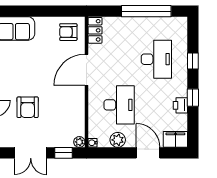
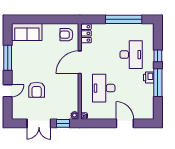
window: (193, 98) -> (158, 83), width x2.17
desk: (119, 105) -> (104, 88), turned 180
printer: (180, 105) -> (149, 77), moved
filing cabinet: (175, 139) -> (145, 113), removed
plant: (118, 140) -> (103, 114), removed

